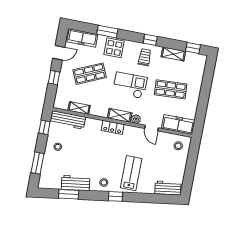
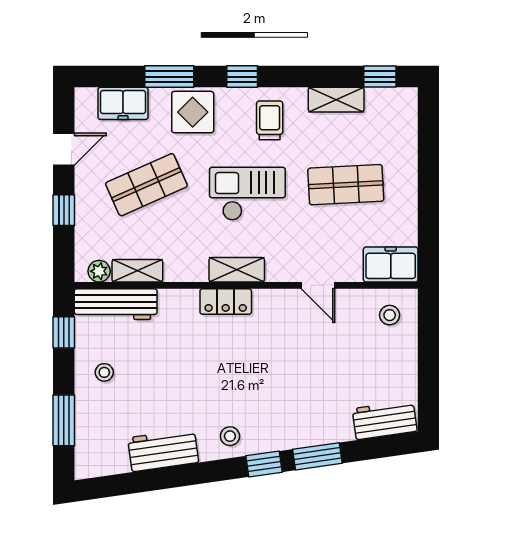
freezer: (82, 38) -> (123, 103), width x0.71
window: (150, 40) -> (242, 77), moved
plant: (136, 119) -> (99, 271), moved
freezer: (178, 124) -> (391, 265), width x0.71
lab bench: (131, 173) -> (290, 401), removed
window: (69, 194) -> (317, 456), moved

